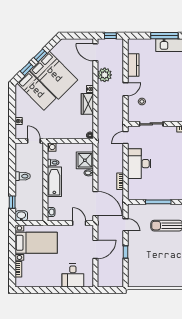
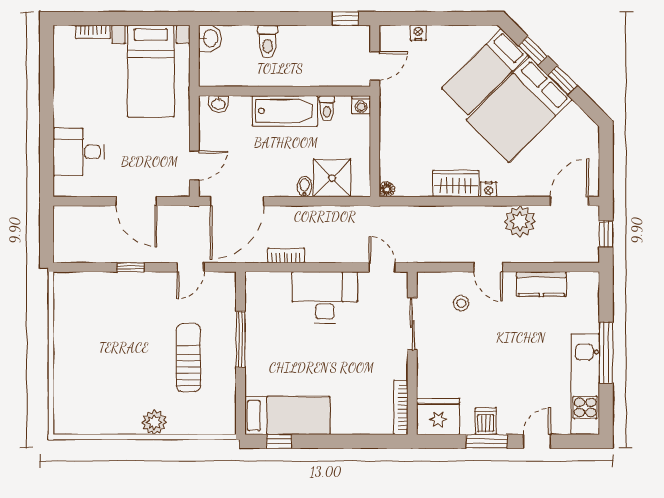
toilet: (23, 176) -> (268, 42), moved
window: (12, 202) -> (345, 18), moved

